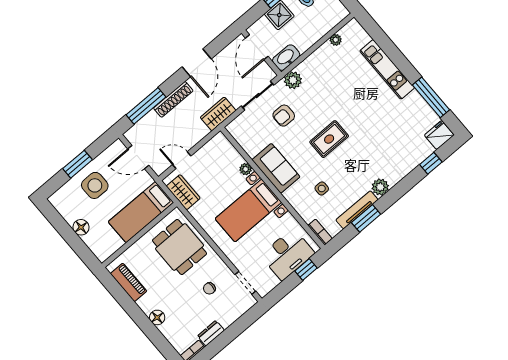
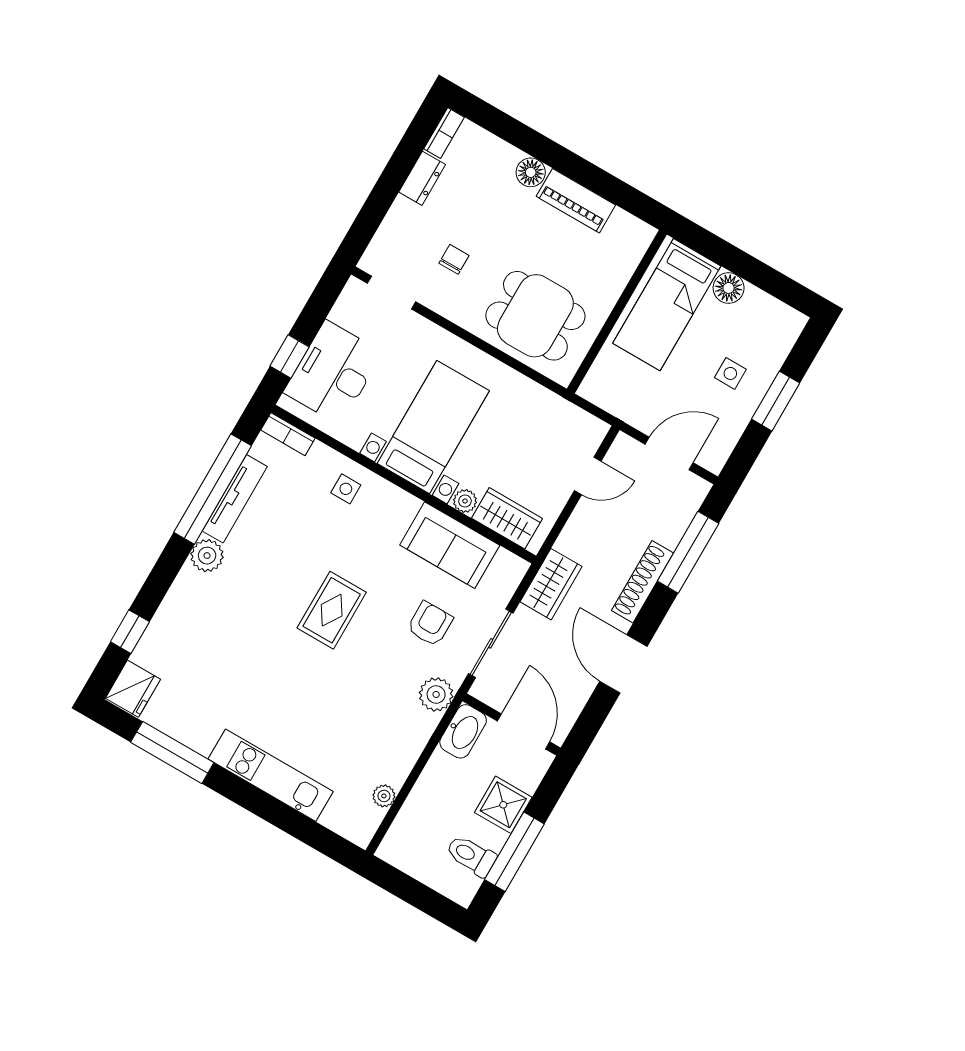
sofa: (276, 168) -> (450, 545), moved
side table: (95, 185) -> (730, 373), width x0.54, depth x0.54
side table: (322, 188) -> (346, 489), moved
wardrobe: (183, 192) -> (507, 518), moved, turned 180
bed: (141, 212) -> (667, 305), moved, turned 180
window: (366, 218) -> (213, 489), width x2.11
piano: (128, 282) -> (576, 201), moved

